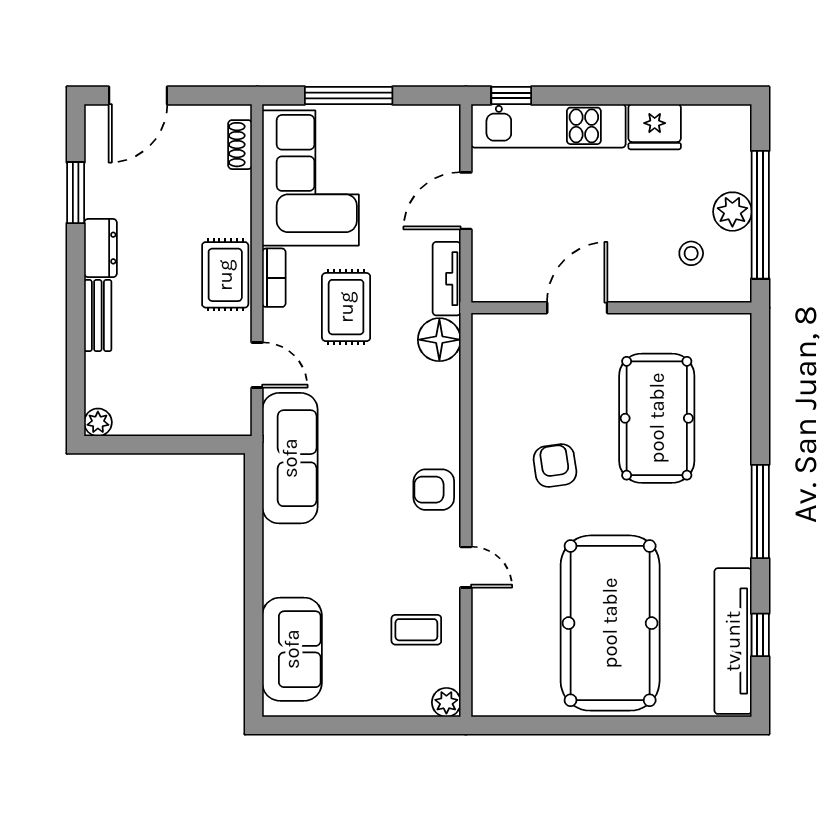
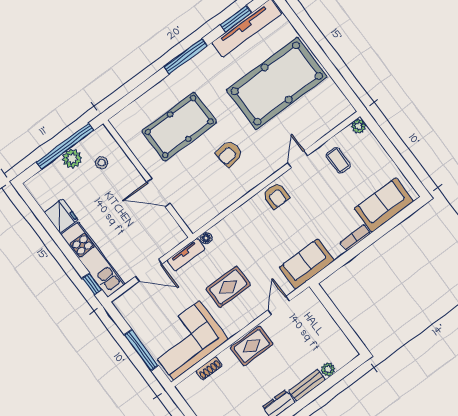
shoe rack: (240, 145) -> (209, 368), moved
bookcase: (274, 278) -> (355, 238), moved
floor lamp: (439, 340) -> (206, 238), width x0.53, depth x0.53
plant: (98, 422) -> (328, 369), moved
sofa: (290, 458) -> (307, 264), width x0.73
window: (760, 635) -> (236, 19), width x1.50

